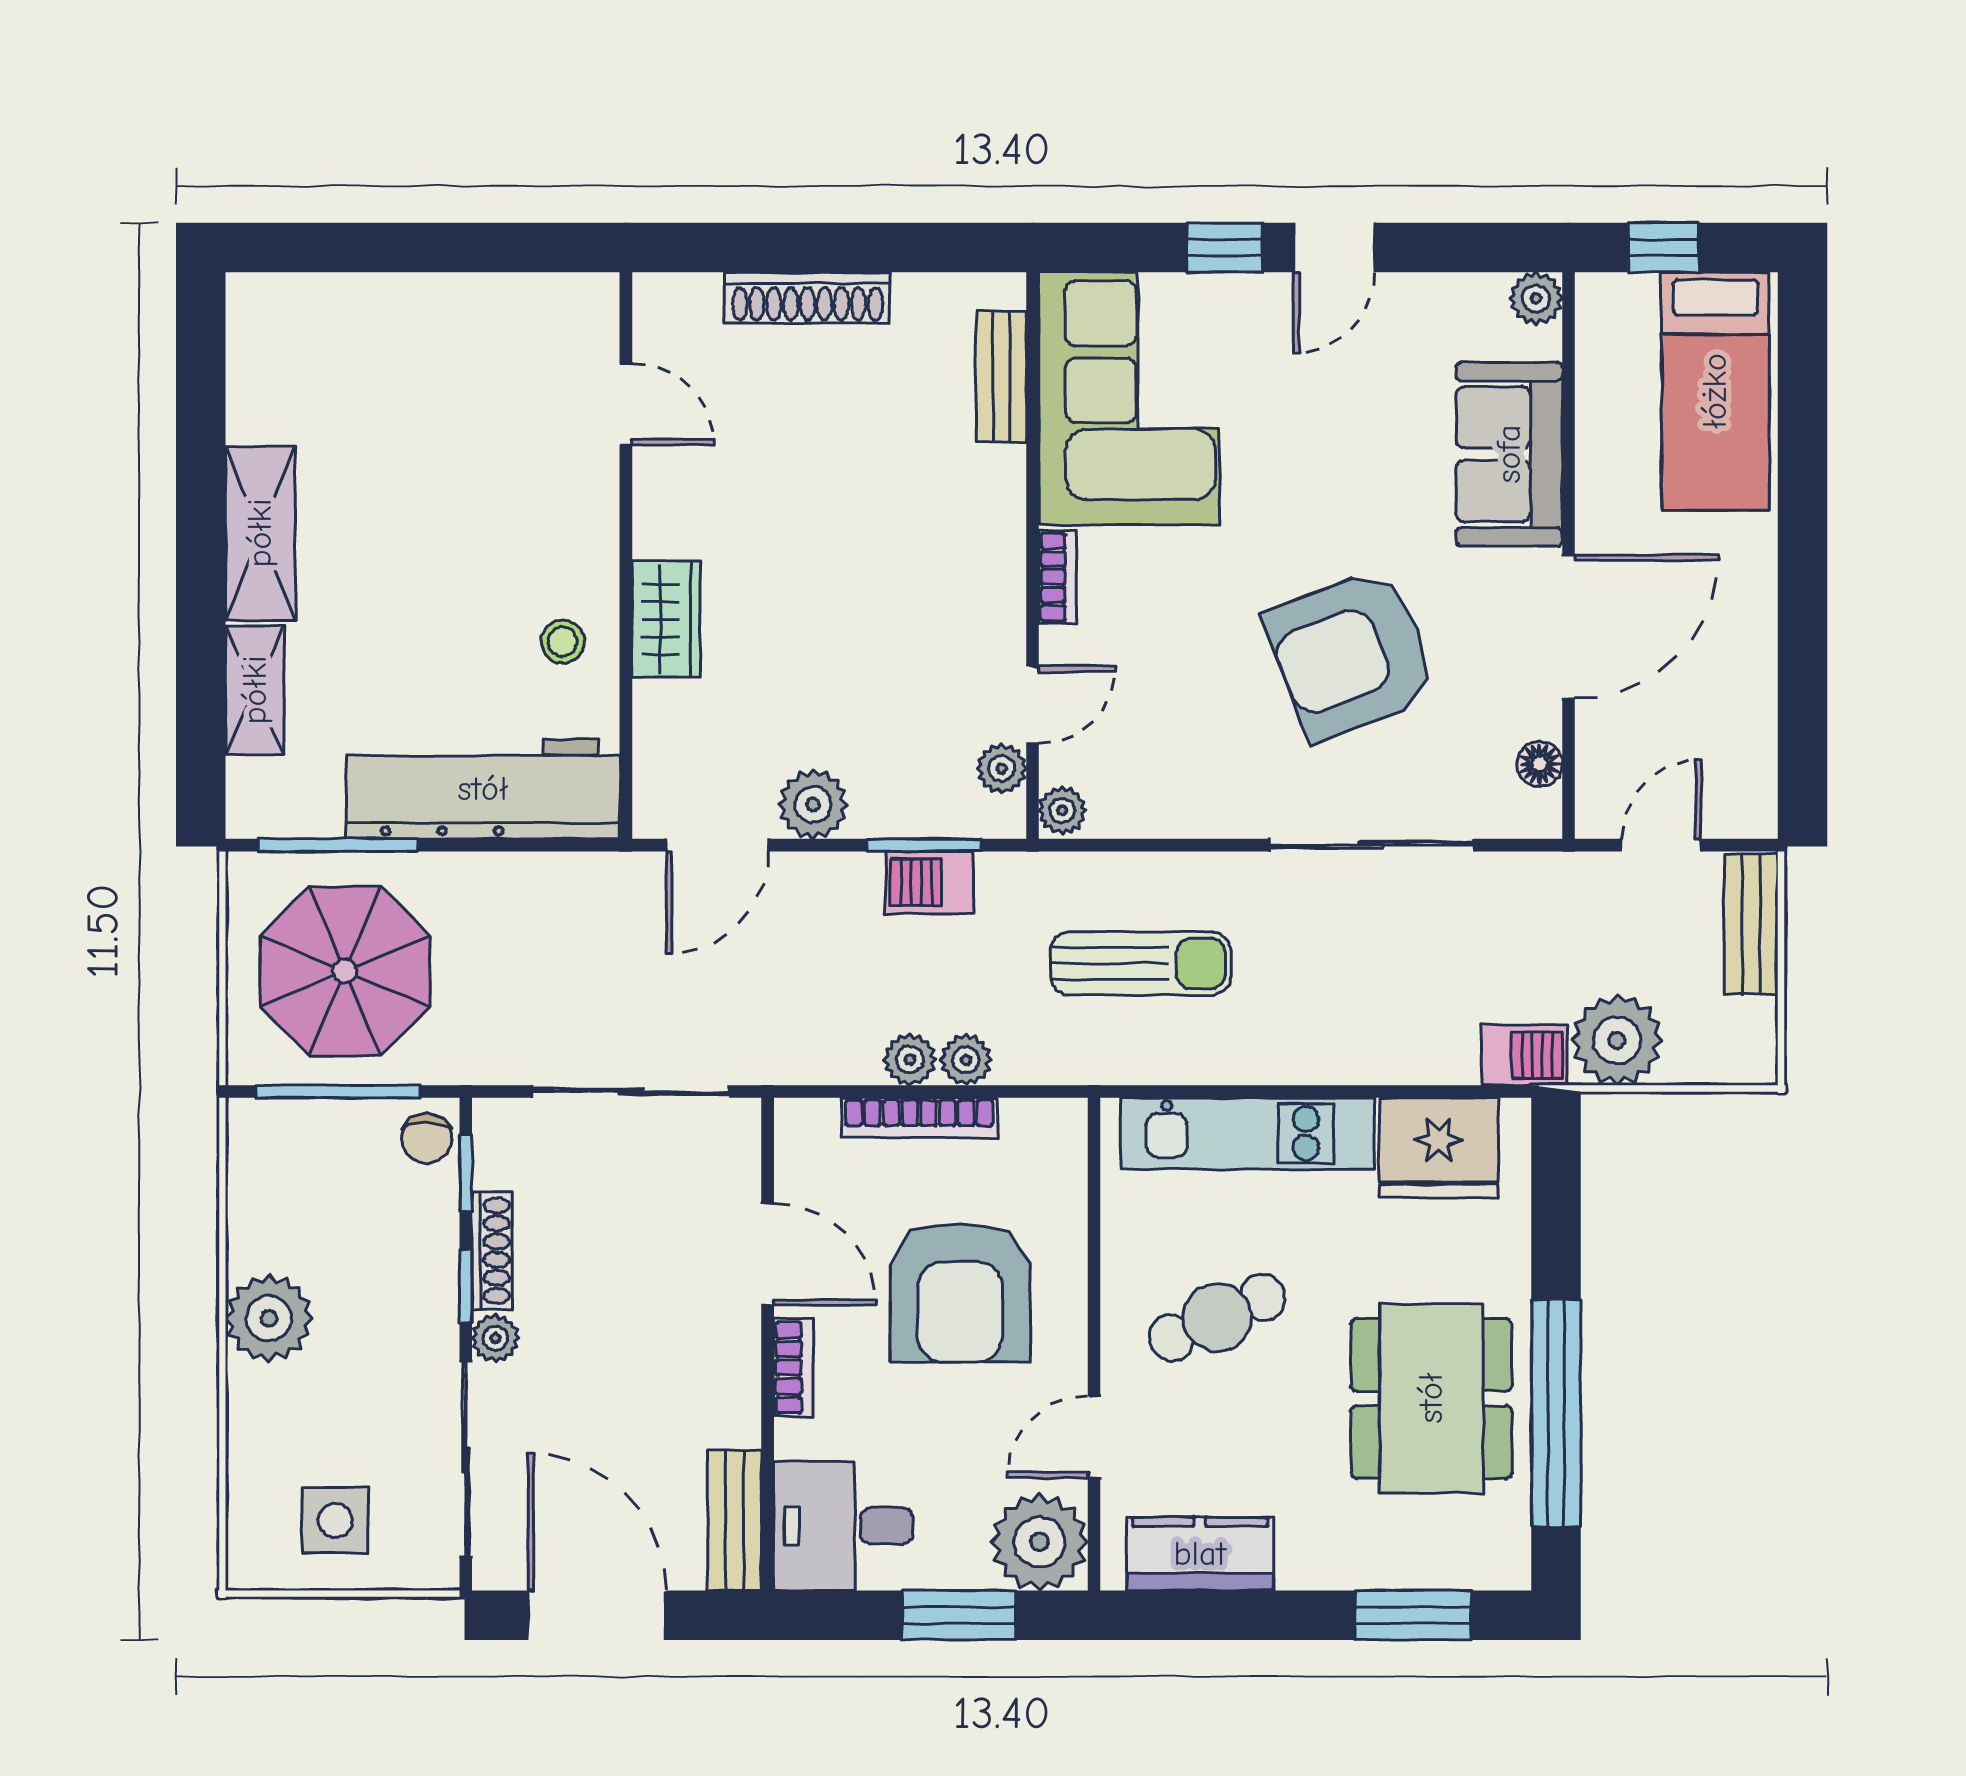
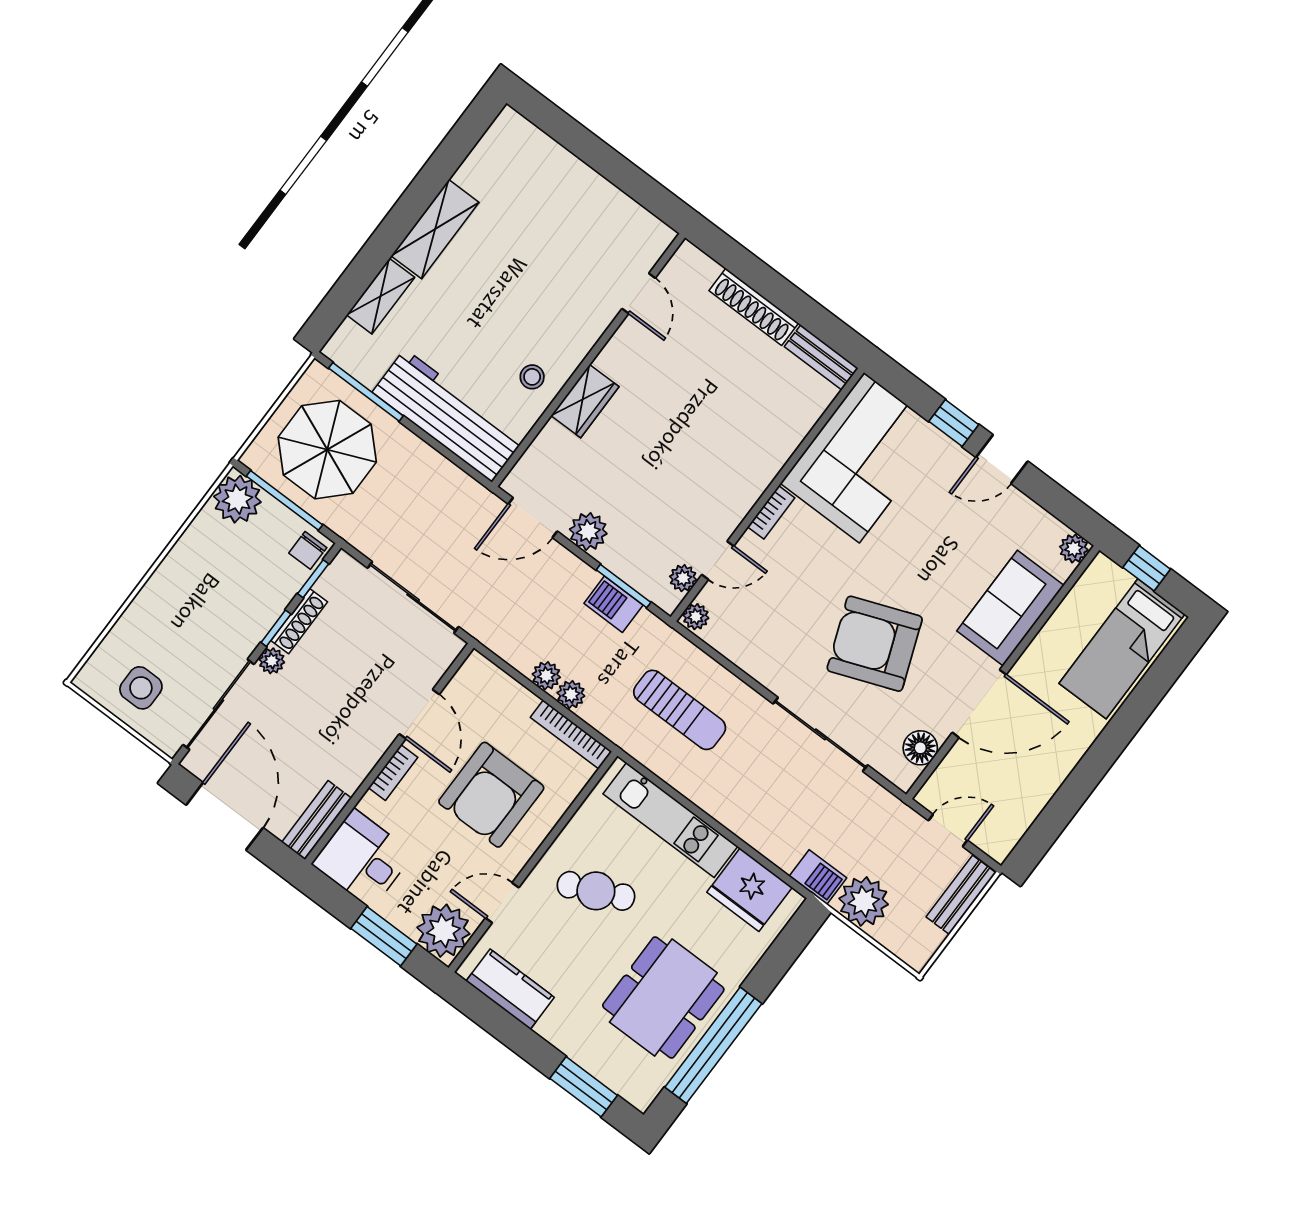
bench: (1001, 376) -> (821, 357), moved, turned 90
floor lamp: (1540, 764) -> (920, 748), width x1.37, depth x1.37
bookcase: (919, 1118) -> (571, 734), moved
plant: (269, 1318) -> (237, 499), moved

